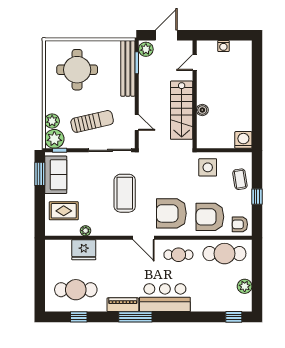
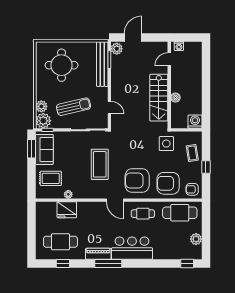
door: (195, 62) -> (169, 59), moved
wall: (195, 94) -> (169, 85), moved
stairs: (182, 110) -> (159, 98), moved
boiler: (202, 110) -> (175, 98), moved

